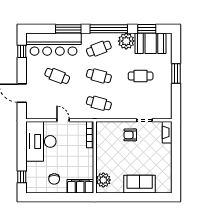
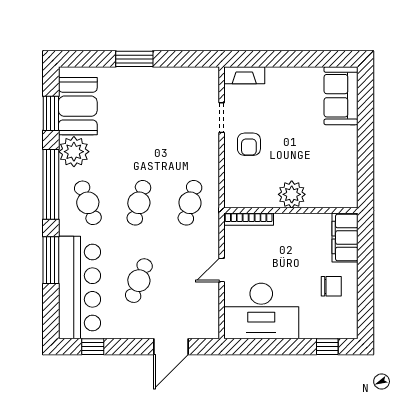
cafe table: (141, 76) -> (139, 125), removed
plant: (103, 180) -> (292, 194), moved
sofa: (140, 184) -> (341, 96), moved

